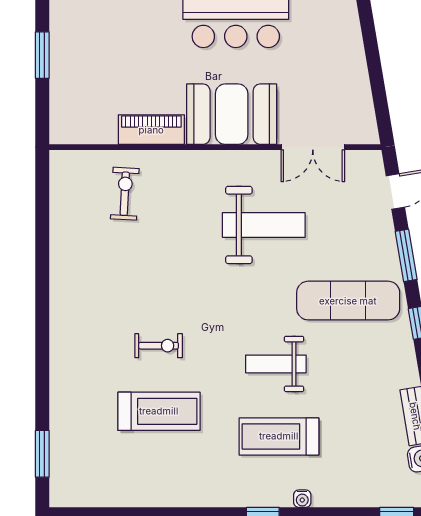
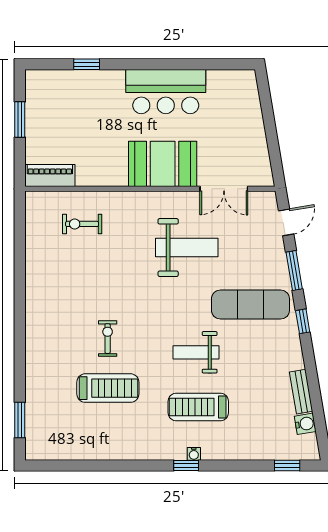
piano: (151, 130) -> (50, 176), moved
exercise bike: (125, 194) -> (82, 224), turned -93
exercise bike: (159, 346) -> (108, 339), turned -90
water cooler: (302, 499) -> (194, 454), moved

